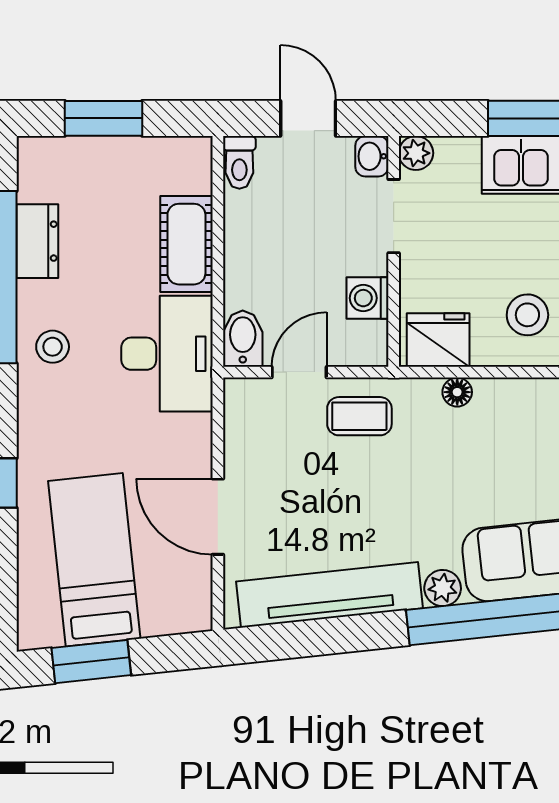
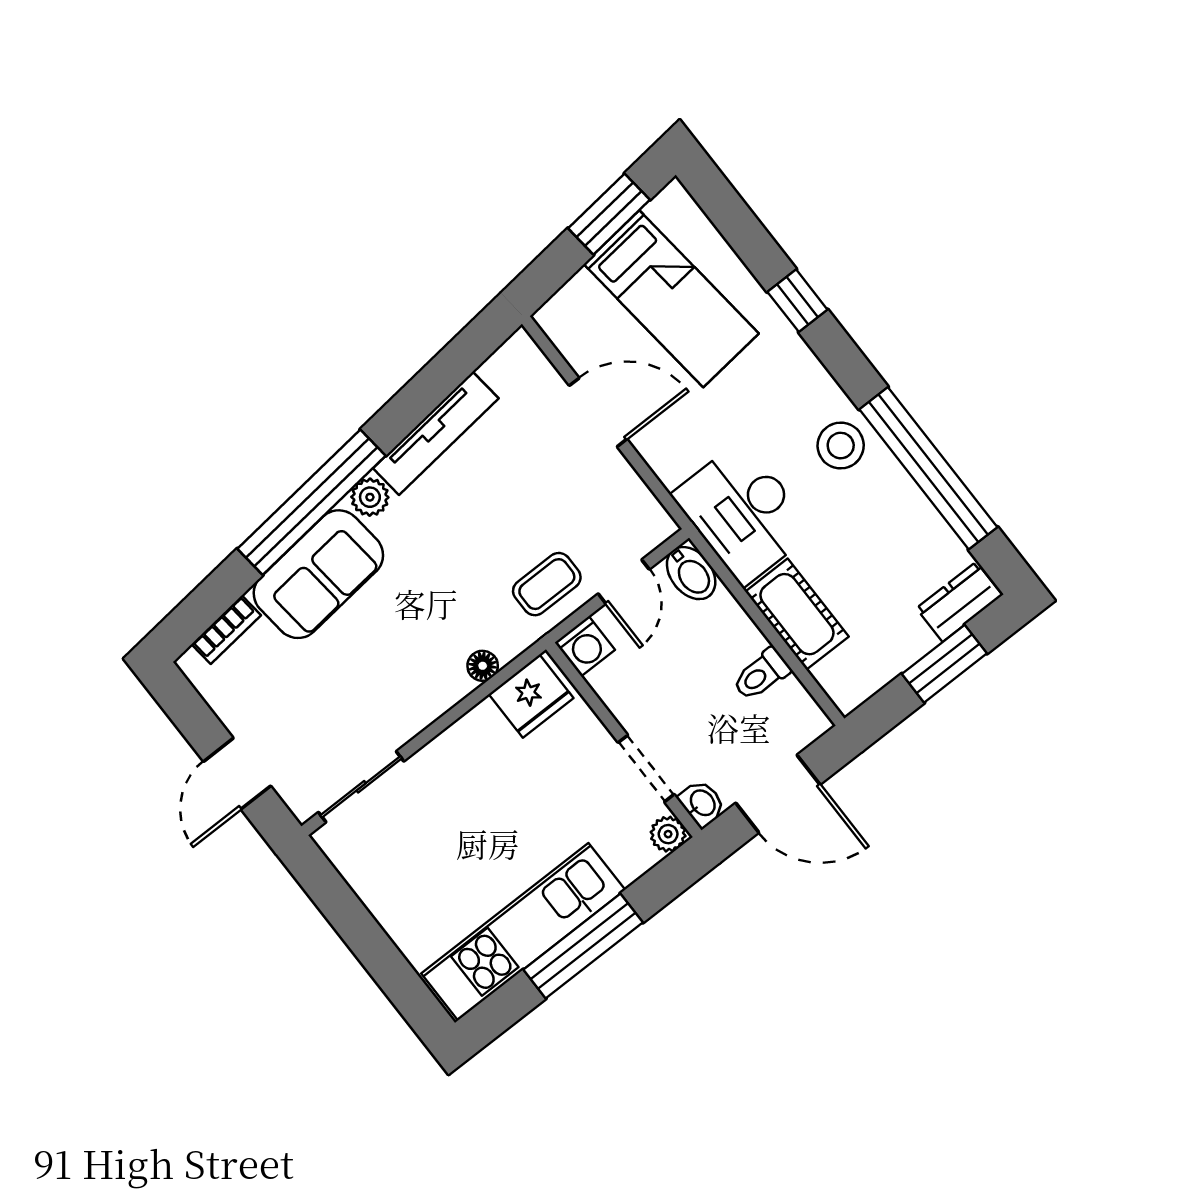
door: (308, 118) -> (778, 794), width x1.38
toilet: (239, 162) -> (761, 674), moved, turned -90
dresser: (37, 241) -> (959, 602), moved, turned 90
washing machine: (367, 298) -> (585, 646), moved, turned 90
stool: (527, 315) -> (475, 773), removed
stool: (53, 347) -> (841, 446), width x1.37, depth x1.37
tv unit: (329, 595) -> (436, 433), width x0.73, depth x0.78

